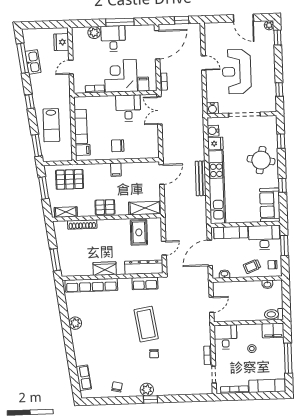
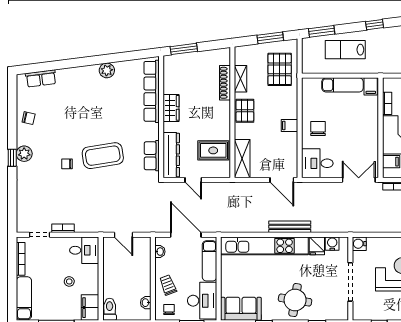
desk: (128, 108) -> (317, 163), moved, turned 180
filing cabinet: (83, 150) -> (371, 86), moved
bench: (201, 178) -> (290, 227), moved
shelving: (66, 212) -> (240, 79), moved

